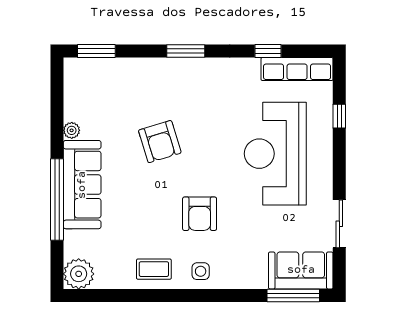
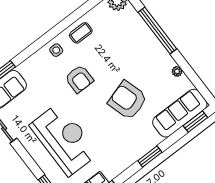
armchair: (160, 142) -> (128, 100), width x1.36, depth x1.36
sofa: (82, 185) -> (180, 113), moved, turned 90
armchair: (200, 214) -> (79, 79), turned 180

